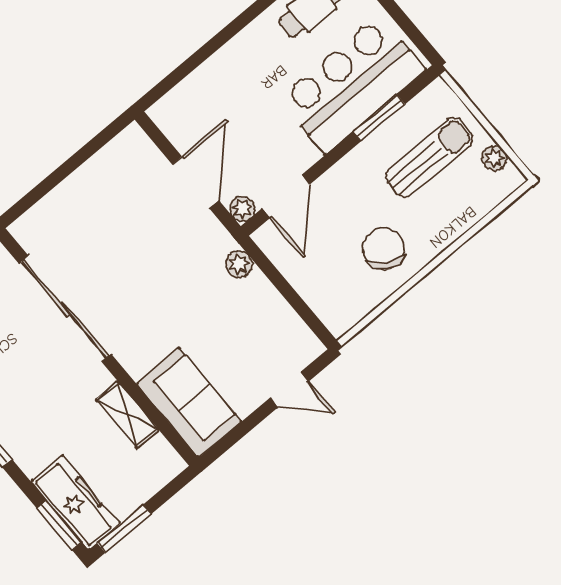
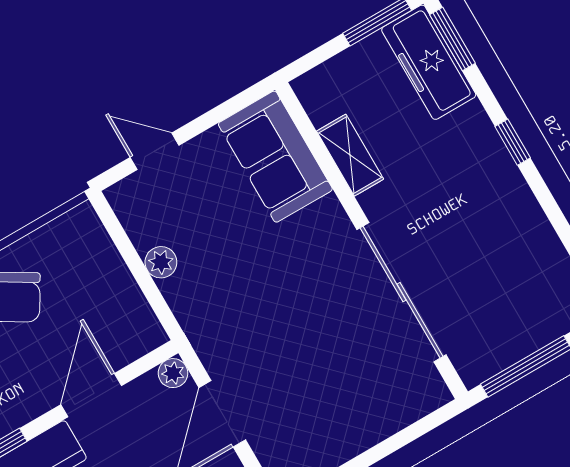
door: (286, 196) -> (91, 395), moved
plant: (239, 264) -> (161, 262), moved

